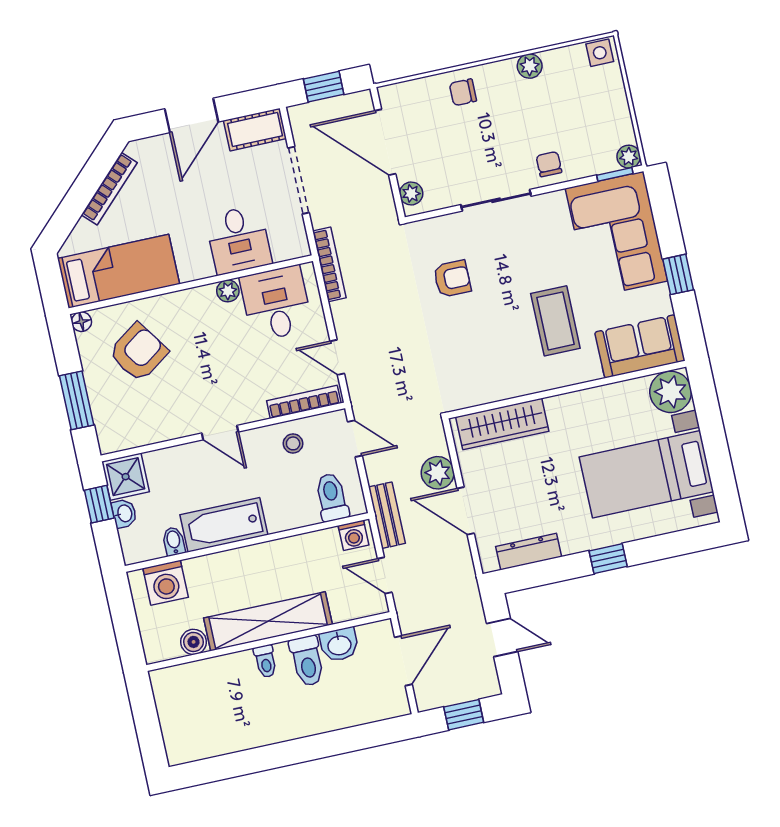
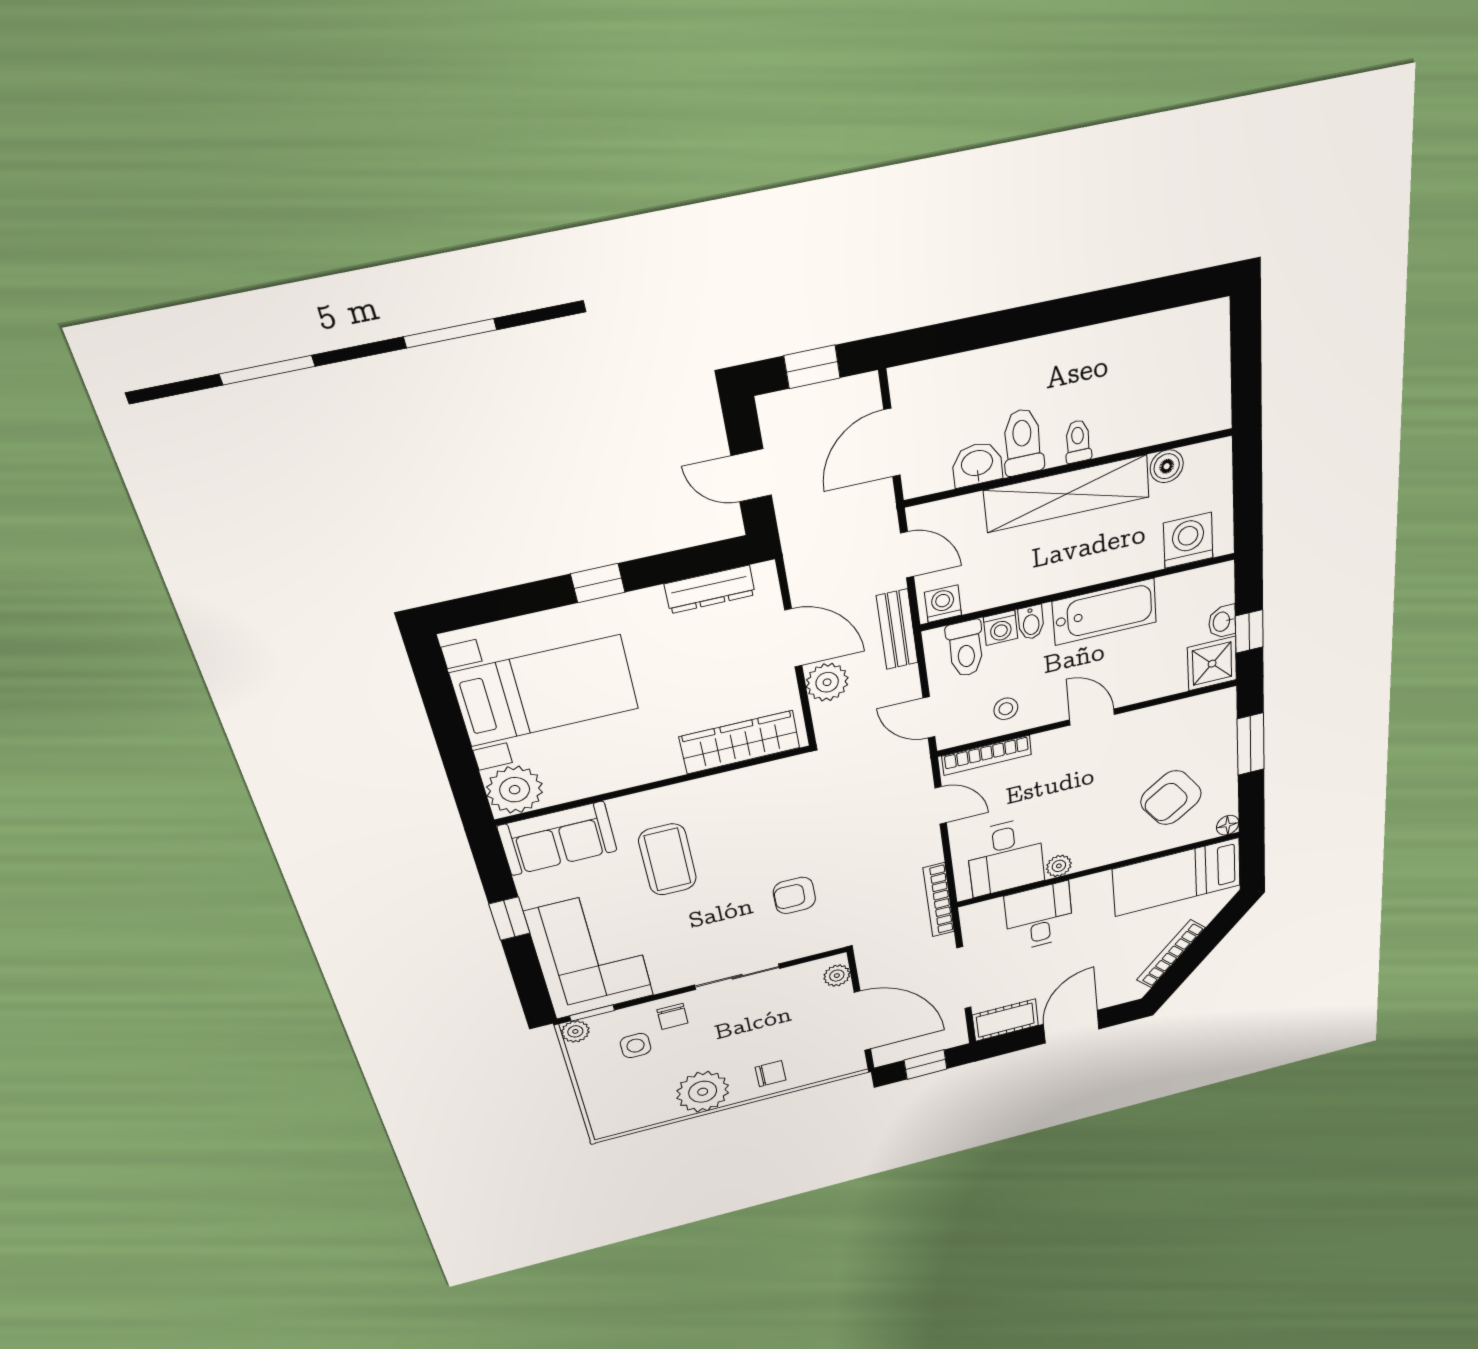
side table: (600, 53) -> (636, 1046), moved
plant: (530, 66) -> (703, 1092), width x1.87, depth x1.87
washing machine: (306, 514) -> (1001, 628), added
bidet: (174, 541) -> (1031, 622), moved

